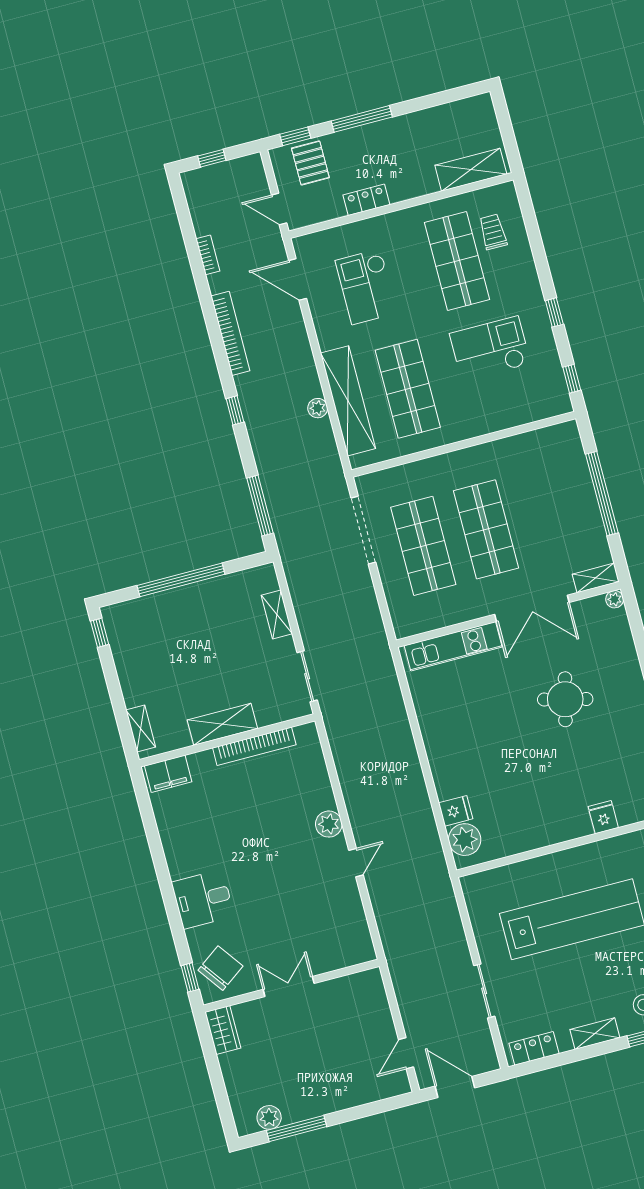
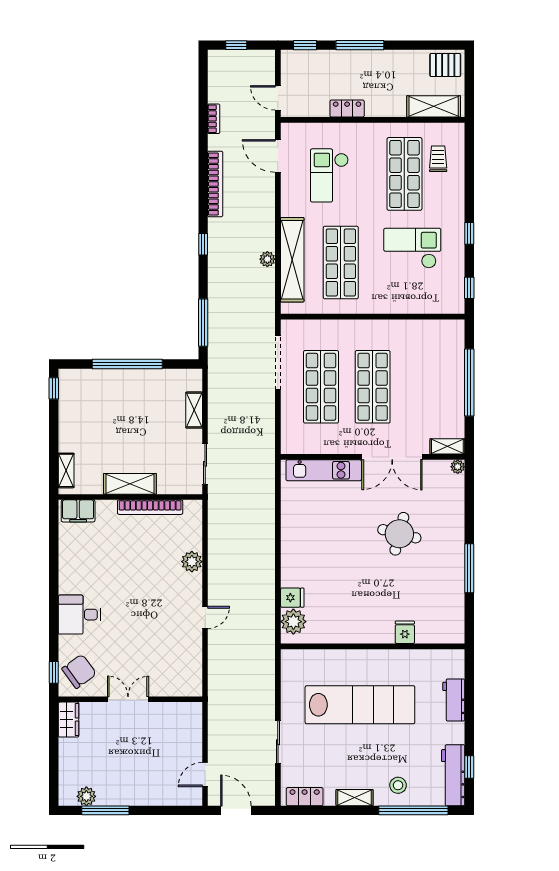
pallet: (310, 163) -> (445, 65), moved, turned 90
plant: (329, 824) -> (192, 562), moved

